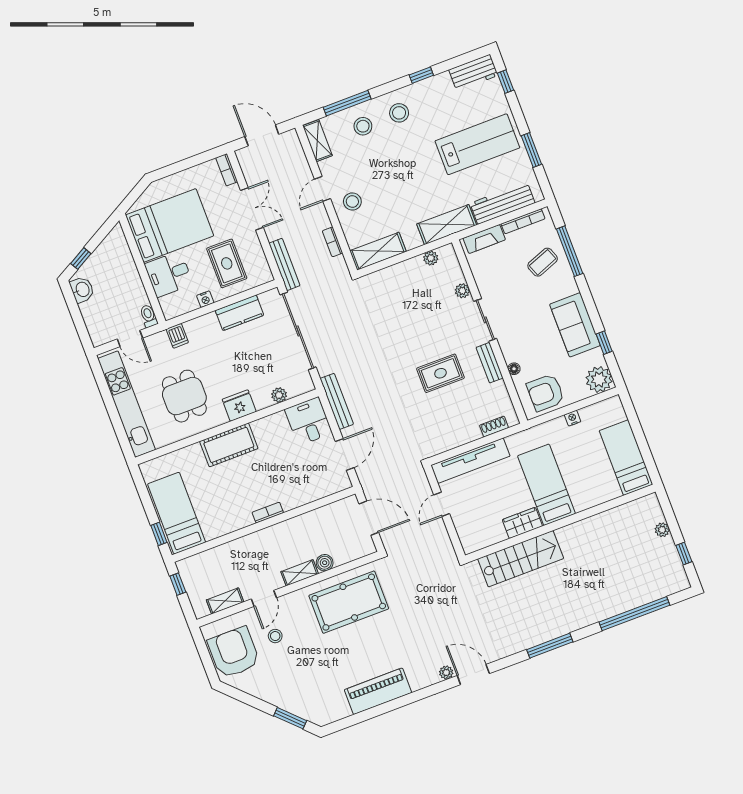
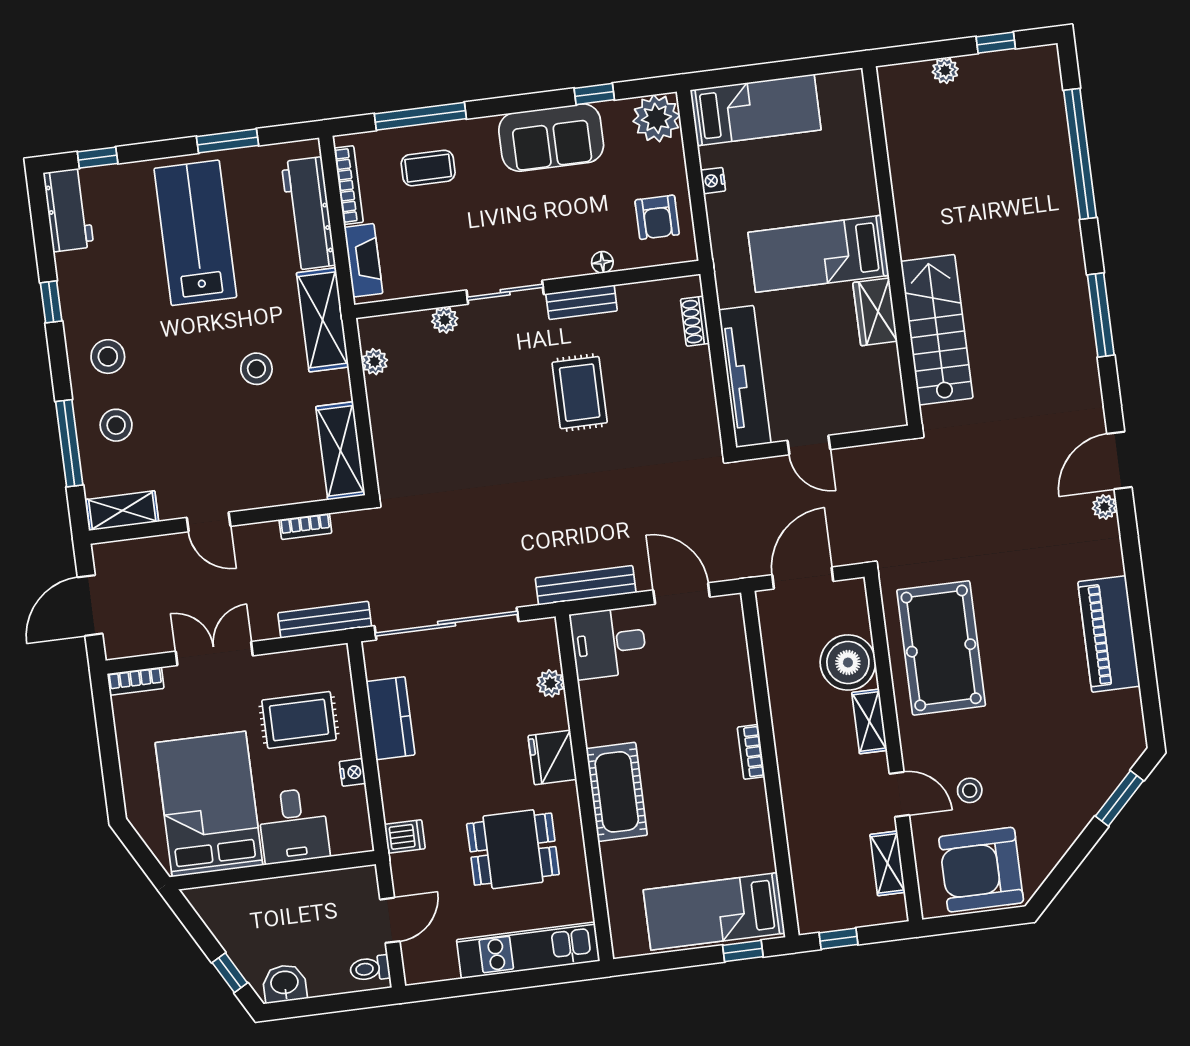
stool: (352, 201) -> (256, 369), moved
coffee table: (543, 262) -> (428, 168), turned -69
toilet: (149, 316) -> (370, 969), moved
armchair: (545, 393) -> (657, 217), width x0.72, depth x0.72
kitchen unit: (126, 404) -> (528, 950), width x0.73
bed: (626, 458) -> (756, 110), moved, turned 180
boiler: (325, 563) -> (848, 663), width x1.86, depth x1.86

